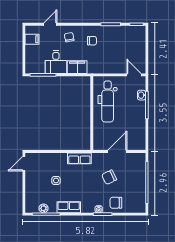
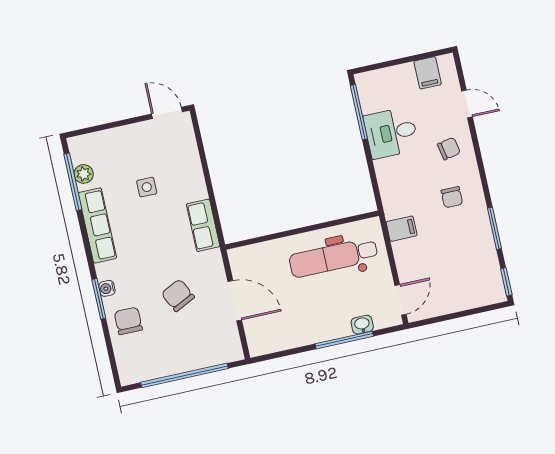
filing cabinet: (77, 67) -> (402, 229), moved, width x0.50
row of seats: (69, 207) -> (97, 225), width x1.48

